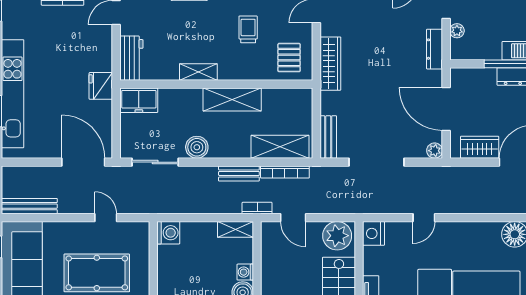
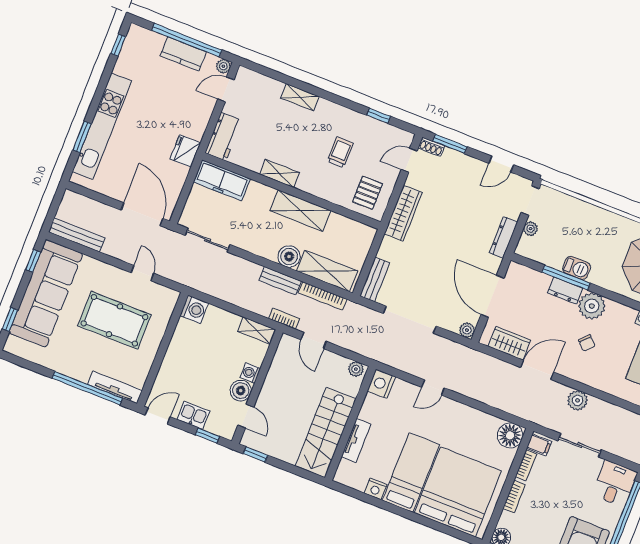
freezer: (139, 100) -> (222, 180), width x1.40
boiler: (197, 147) -> (289, 257), moved
plant: (337, 236) -> (356, 369), width x0.53, depth x0.53

